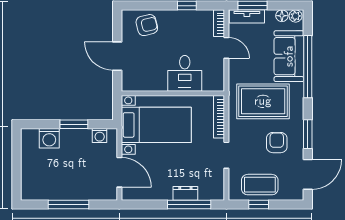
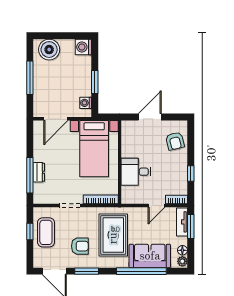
washing machine: (49, 138) -> (83, 47), moved
boiler: (34, 181) -> (49, 50), added

